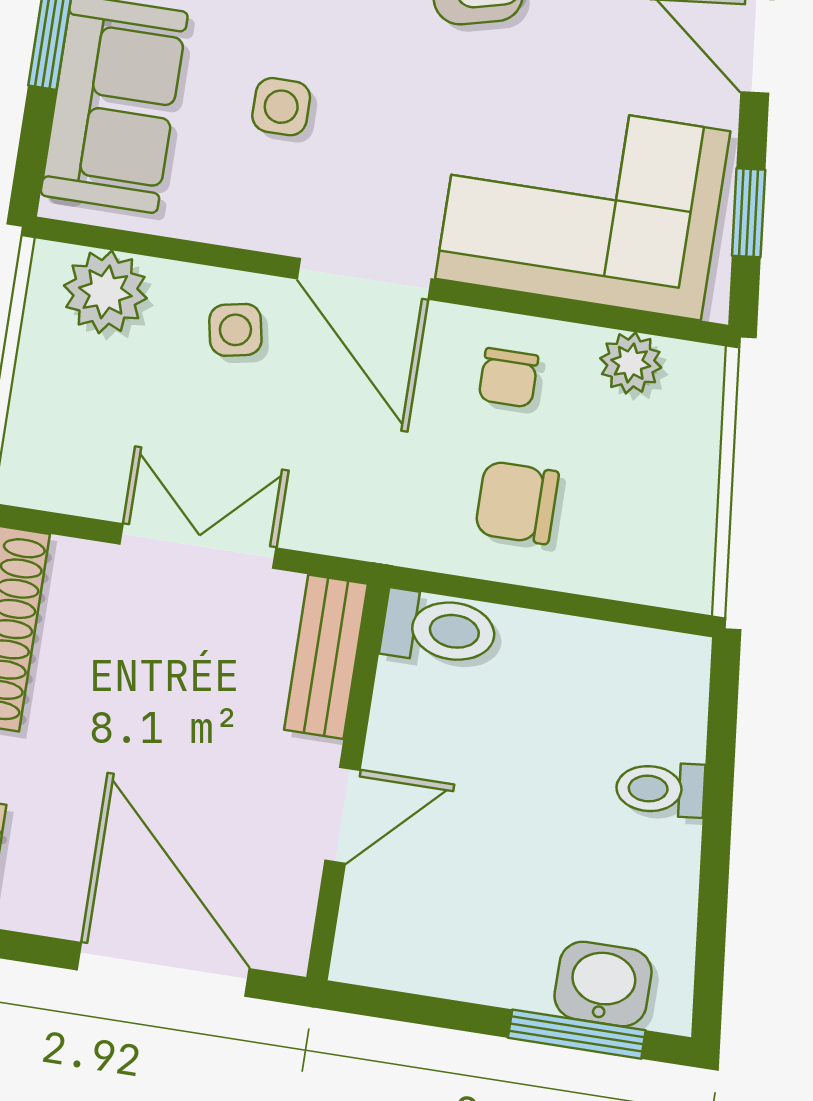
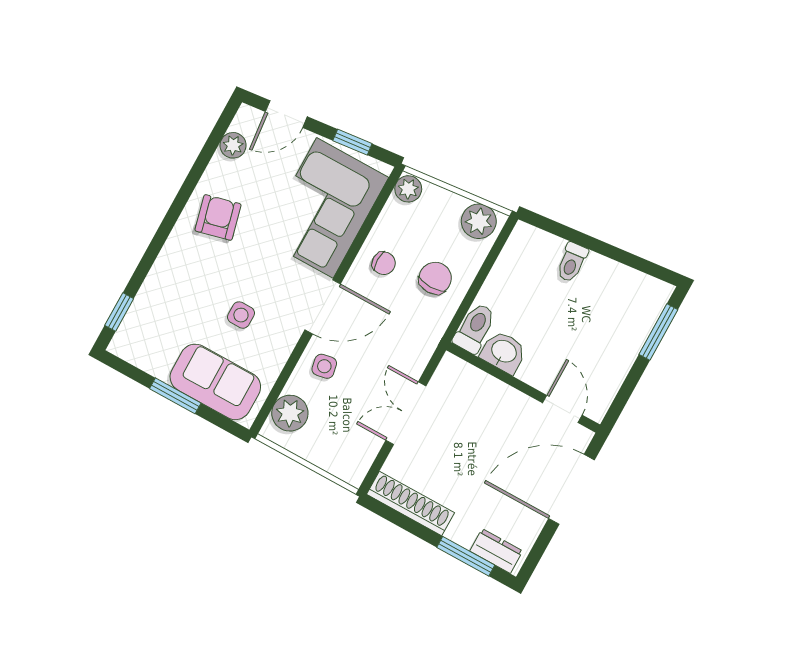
plant: (631, 363) -> (408, 189), moved
chair: (517, 503) -> (435, 278), turned 180
plant: (676, 553) -> (479, 221), added
bench: (326, 657) -> (469, 378), removed
door: (343, 815) -> (562, 409), moved
washbasin: (603, 984) -> (504, 352), moved, turned 90

